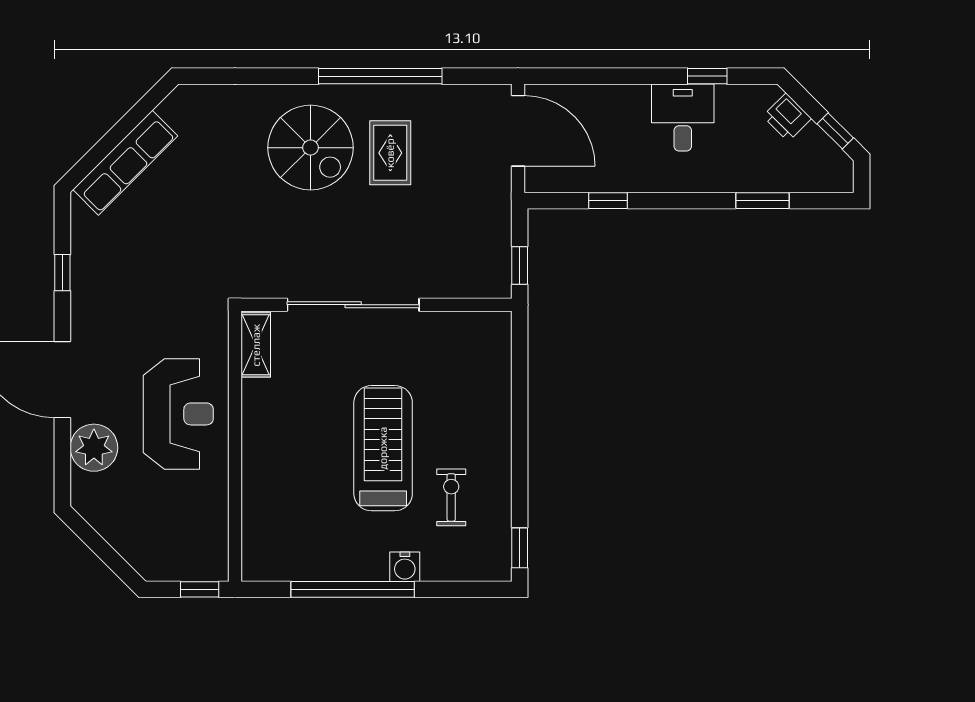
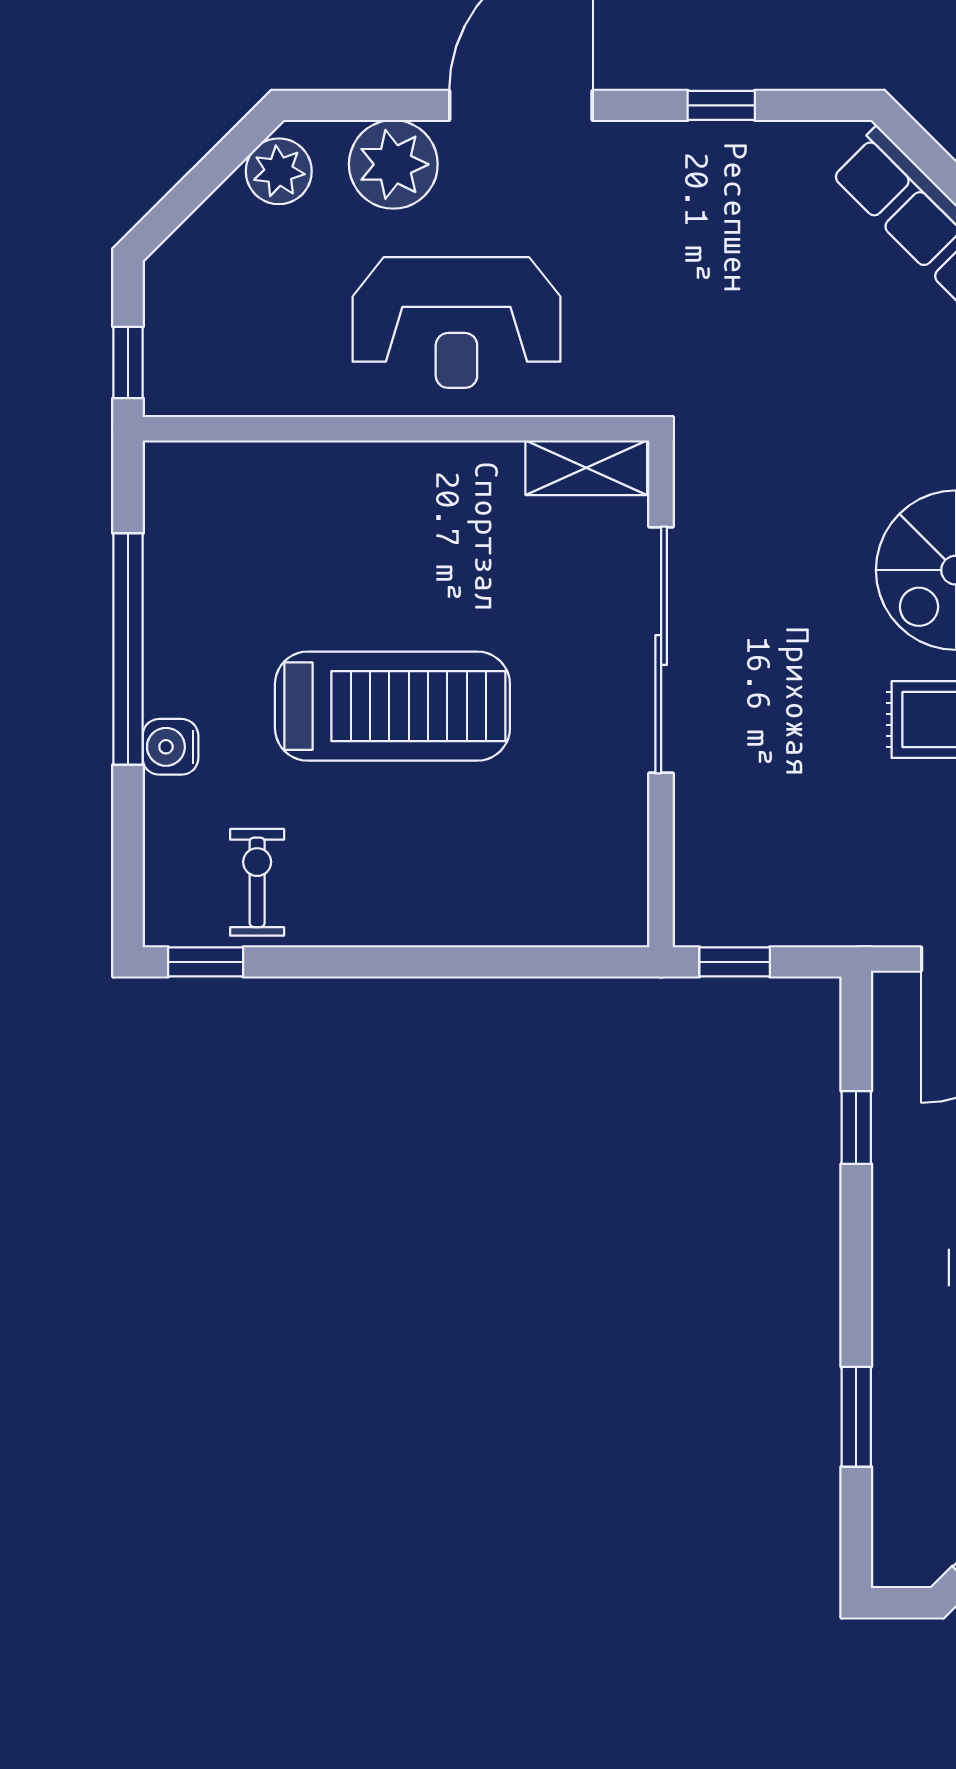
exercise bike: (451, 497) -> (257, 882), moved, turned -90
plant: (98, 509) -> (279, 171), added

